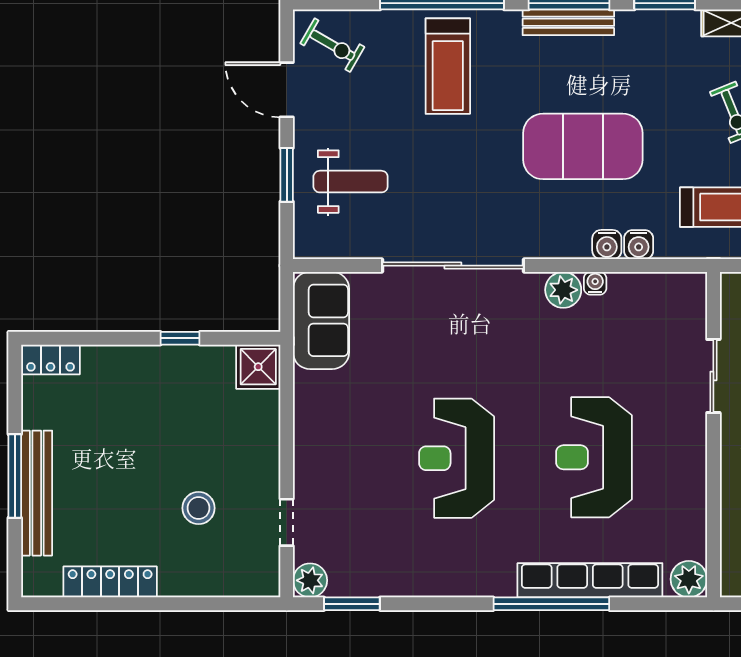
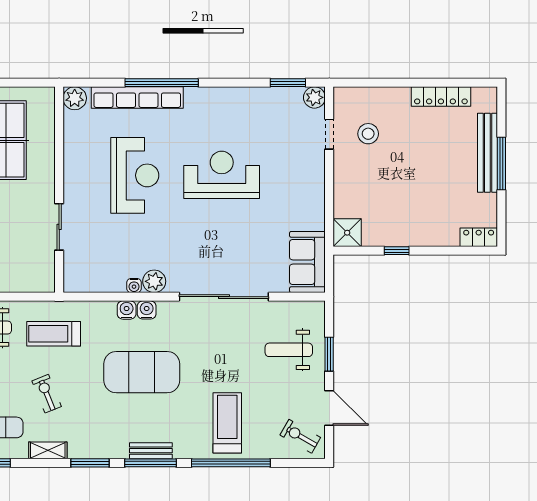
bench: (568, 22) -> (151, 451), width x0.73
water cooler: (639, 245) -> (147, 310), moved
reception desk: (457, 458) -> (222, 175), turned -90
stool: (199, 508) -> (368, 134), moved

